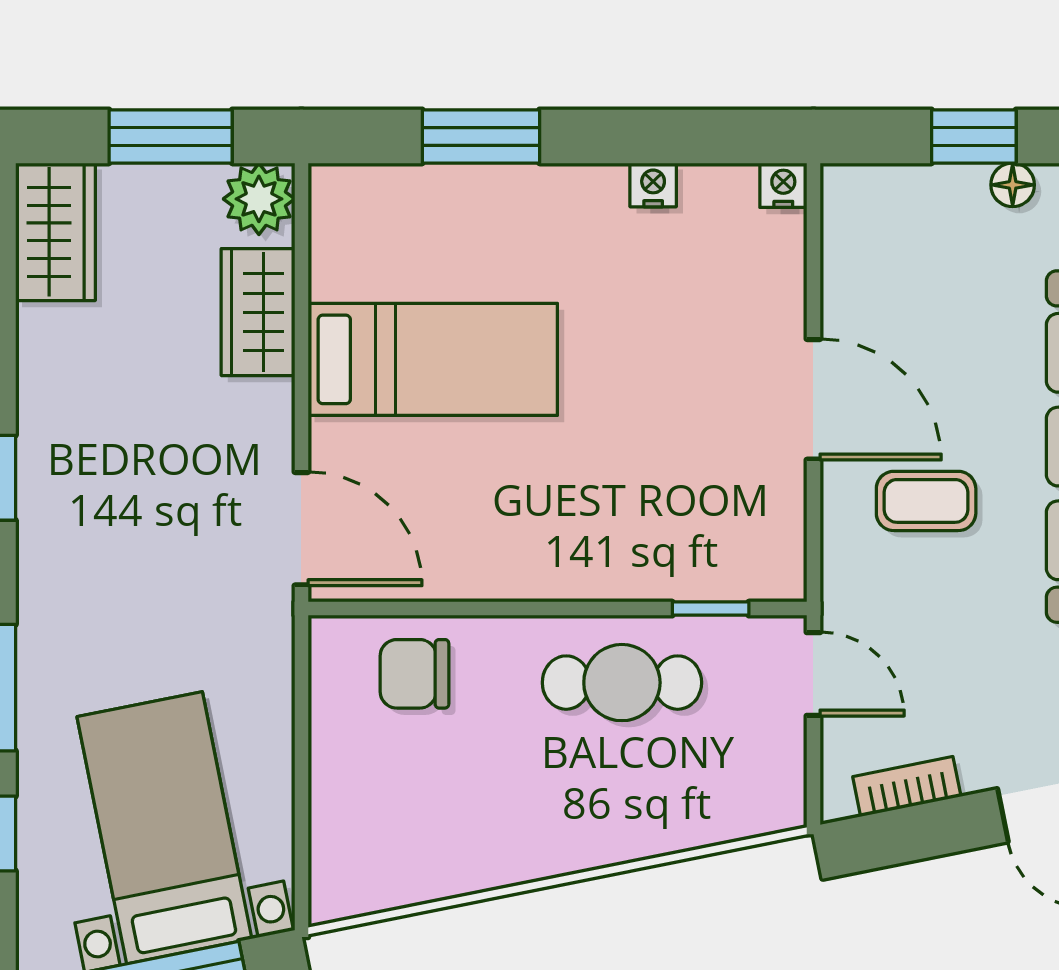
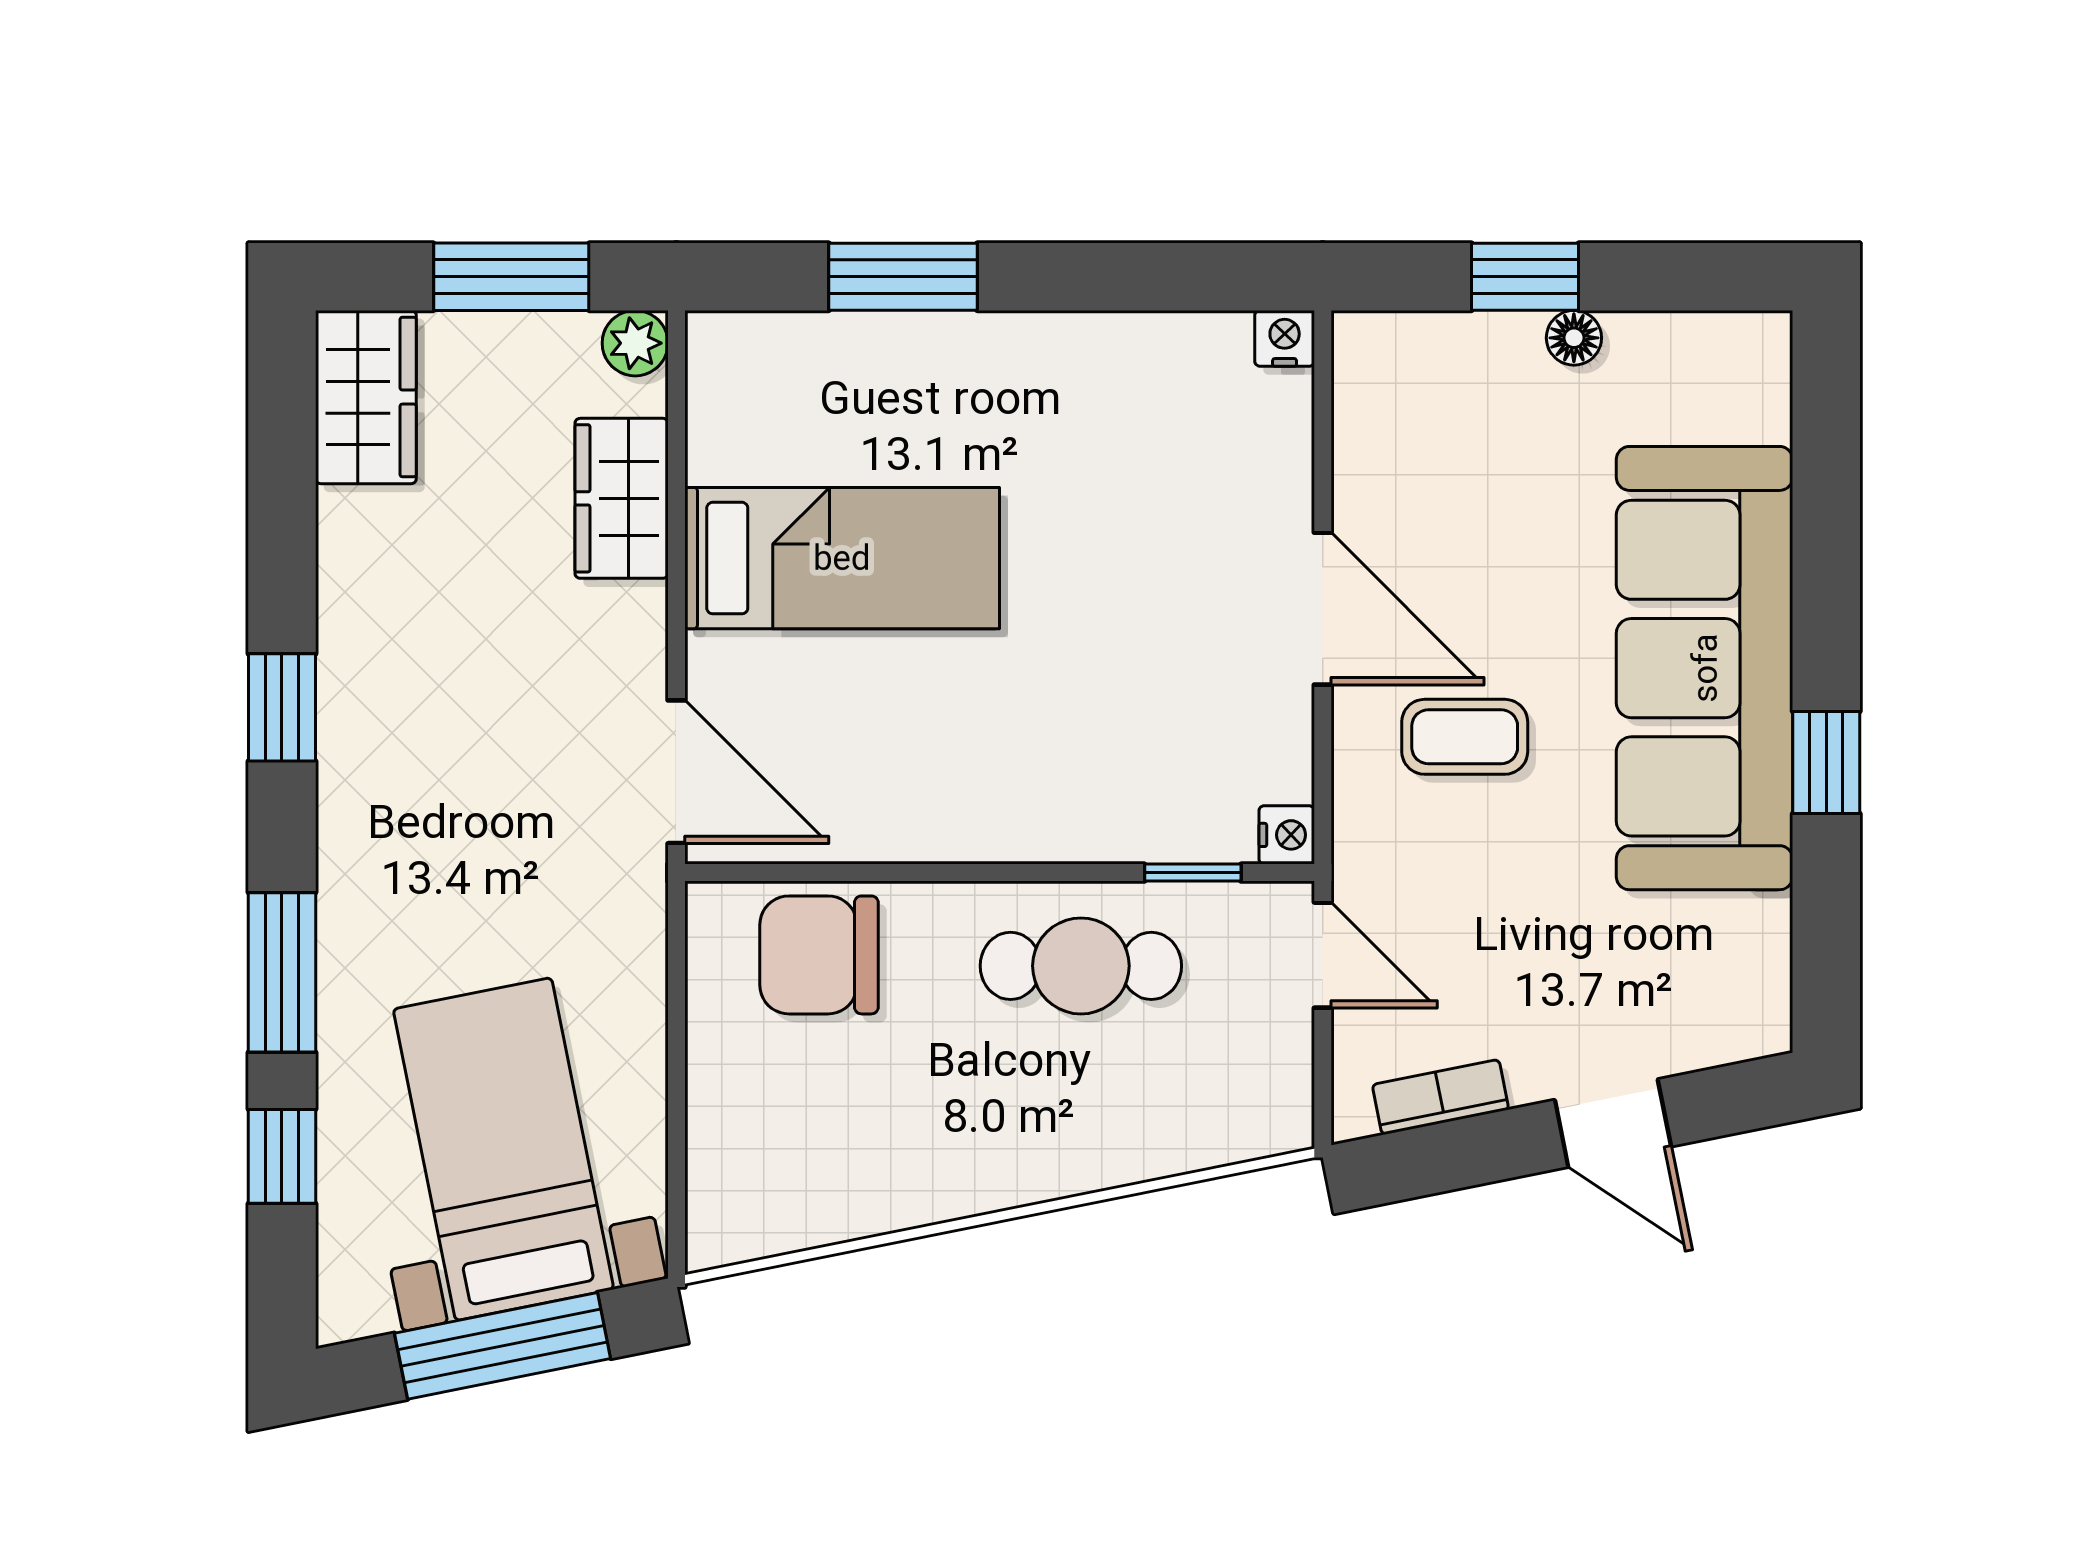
nightstand: (653, 185) -> (1287, 835), moved, turned 90
plant: (259, 199) -> (635, 343), width x0.73, depth x0.73
chair: (414, 674) -> (819, 955), width x1.37, depth x1.37

